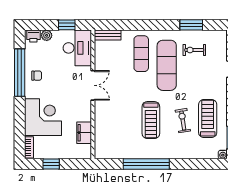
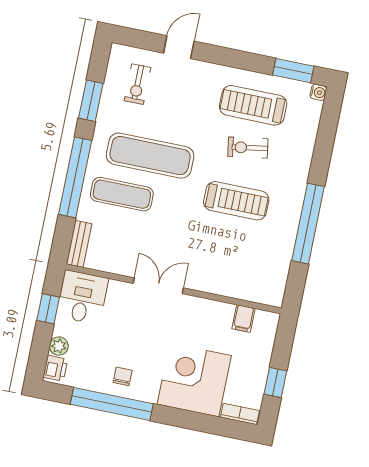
window: (145, 25) -> (75, 177), added
desk: (77, 48) -> (82, 297), width x0.73
exercise bike: (194, 50) -> (137, 84), moved
filing cabinet: (84, 133) -> (243, 319), width x0.50

